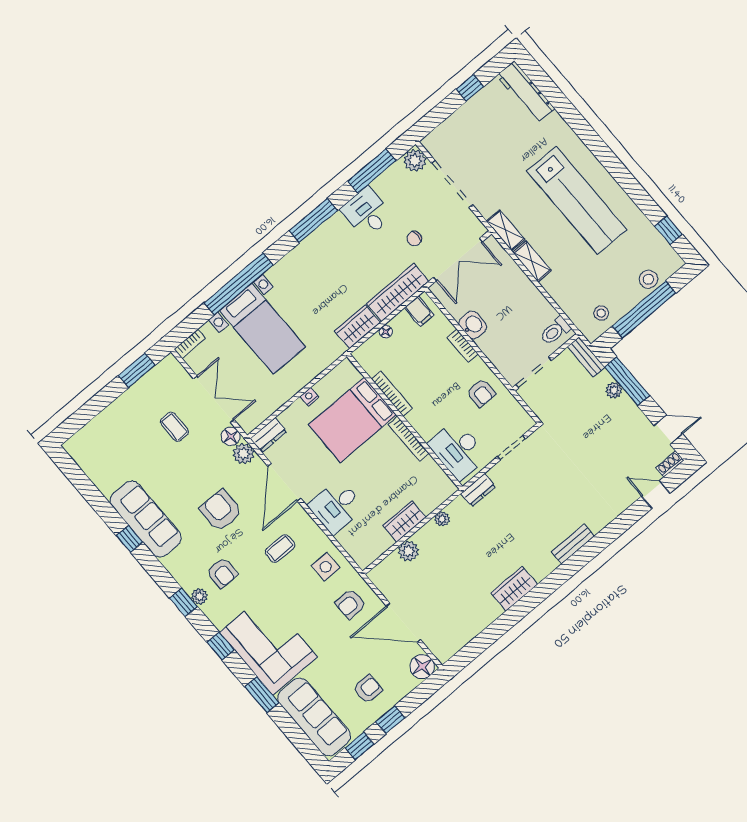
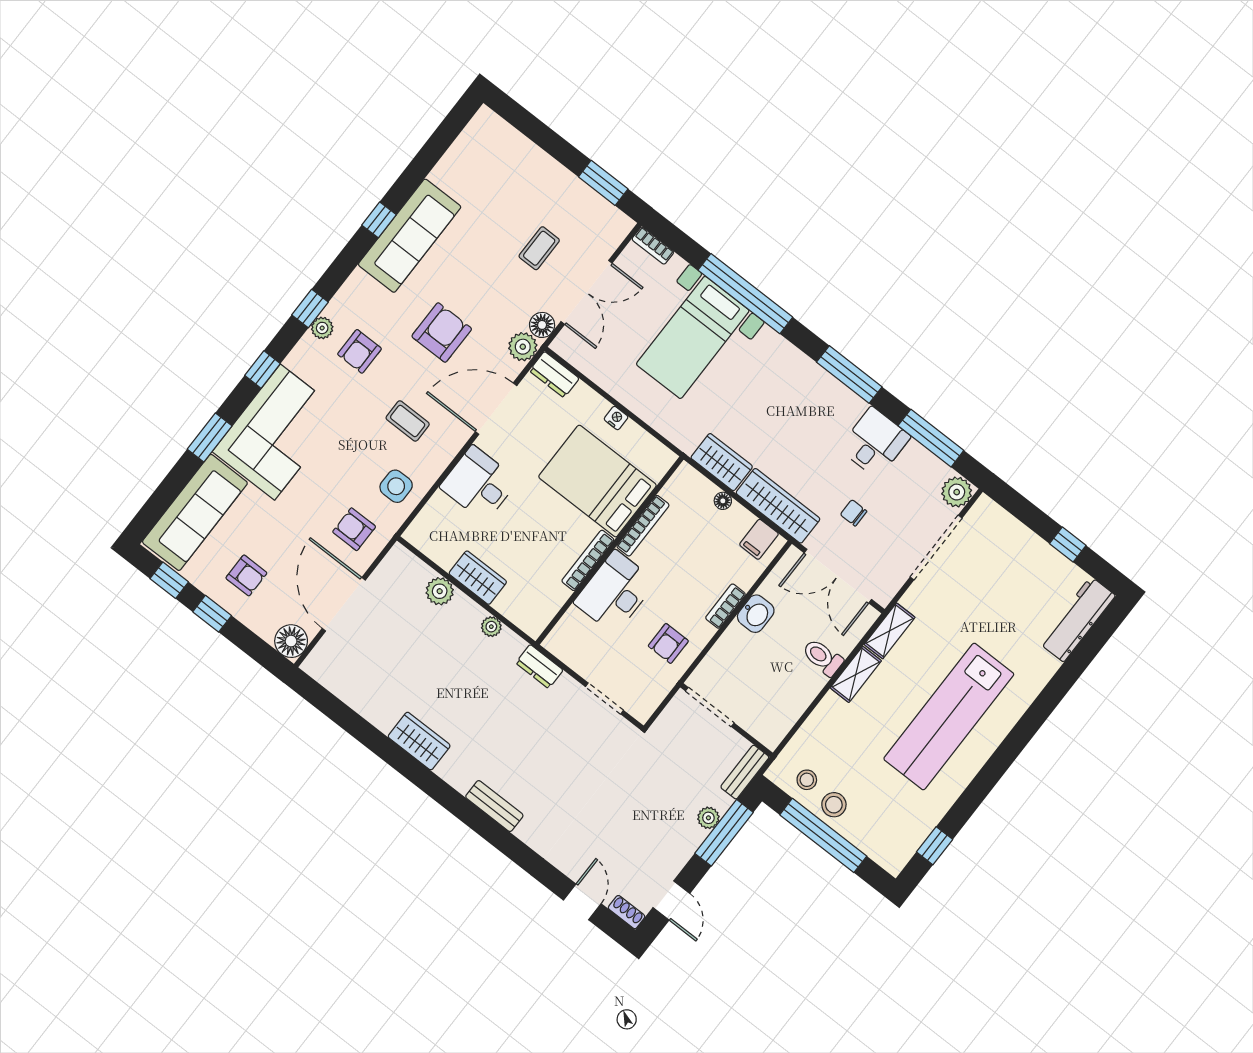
stool: (648, 279) -> (834, 805), moved
toilet: (555, 331) -> (823, 657), moved
desk: (458, 450) -> (615, 592), moved

